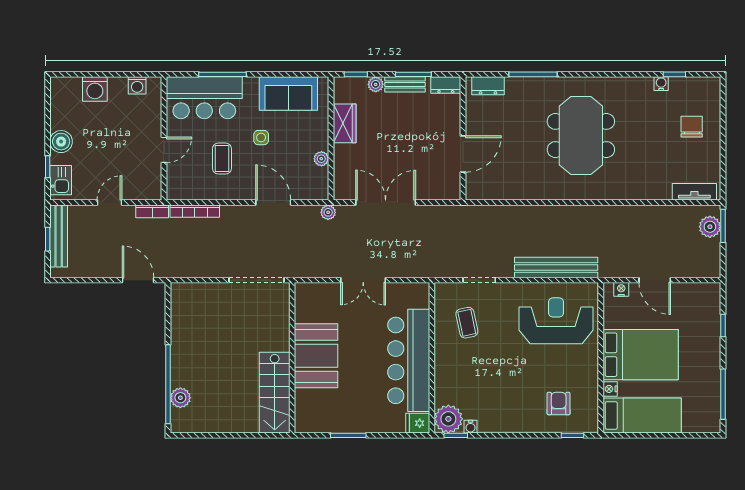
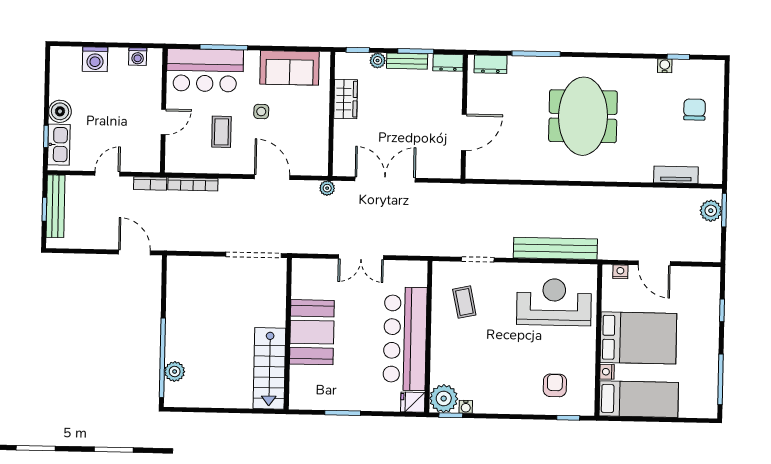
plant: (321, 159) -> (321, 134), removed
kitchen sink: (61, 180) -> (59, 145), width x1.38
tv unit: (694, 192) -> (676, 175), moved

